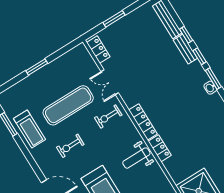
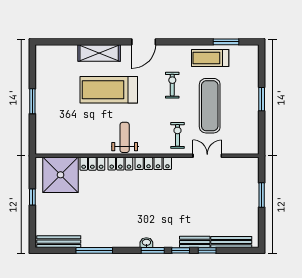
locker: (98, 50) -> (92, 164), moved

